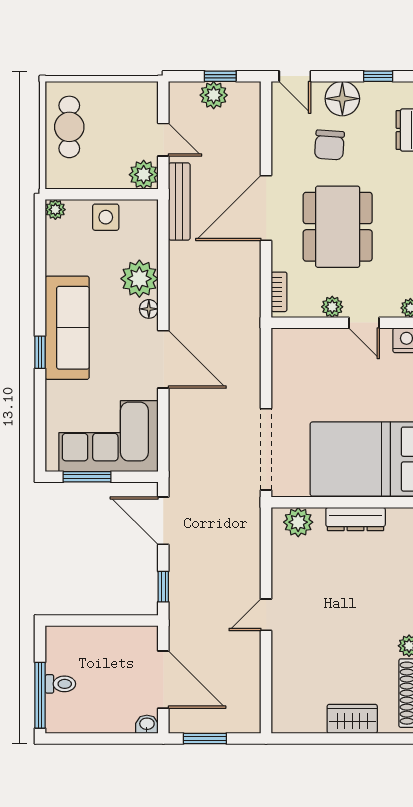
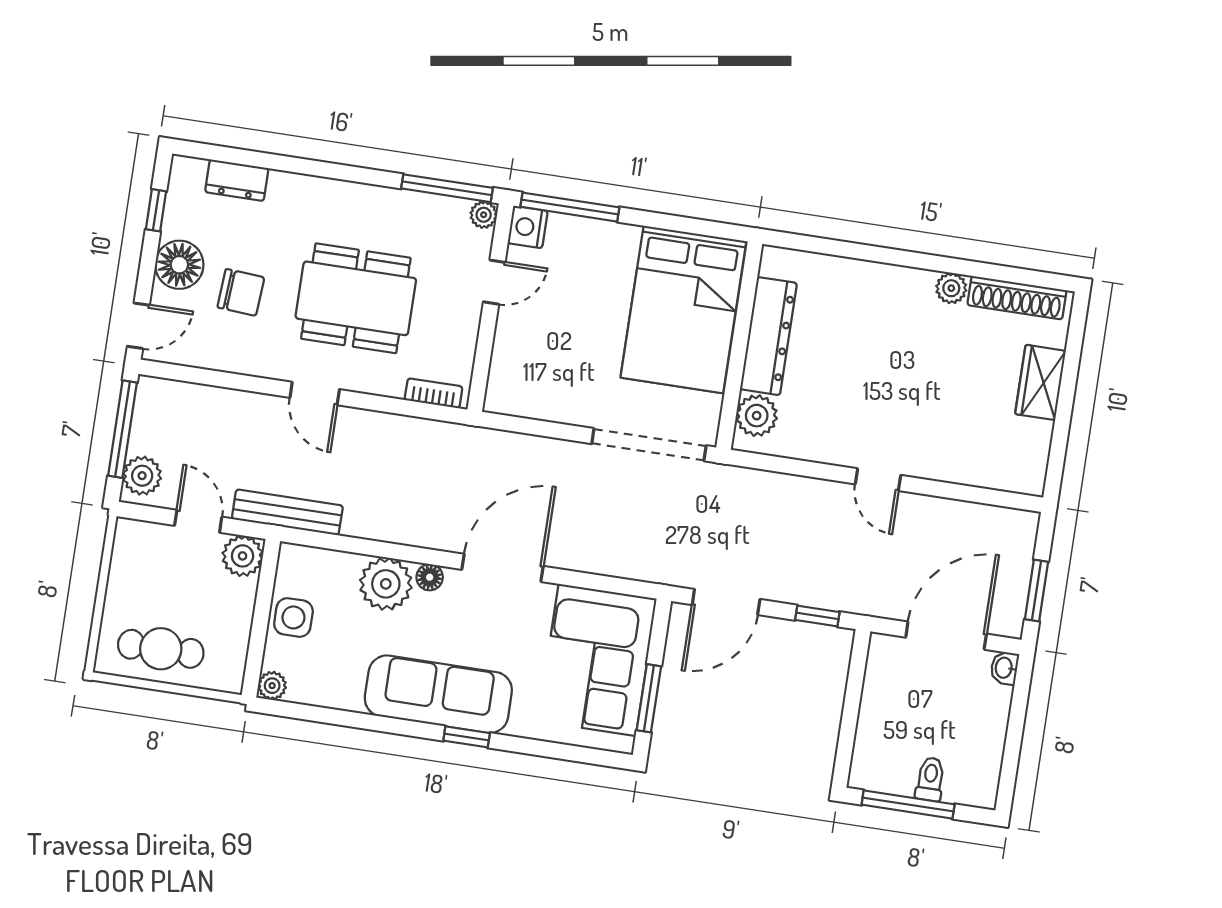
window: (220, 76) -> (122, 429), width x2.17
plant: (214, 95) -> (142, 476), moved
door: (163, 140) -> (198, 521), hinge flipped
door: (266, 208) -> (315, 394), width x0.53
plant: (332, 307) -> (466, 323), removed
dresser: (356, 519) -> (768, 336), width x1.37, depth x1.24
window: (40, 695) -> (908, 804), moved

